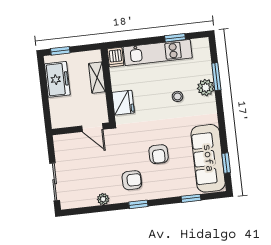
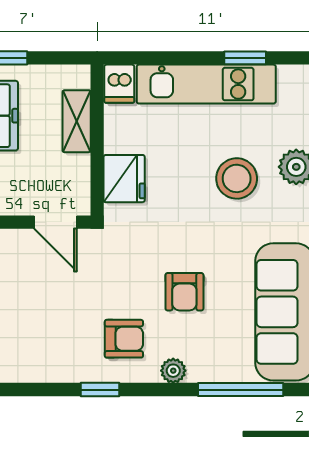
stool: (178, 96) -> (237, 178), width x1.89, depth x1.89
window: (191, 198) -> (241, 390), width x2.17
plant: (103, 199) -> (173, 371), moved
window: (138, 204) -> (100, 390), moved

